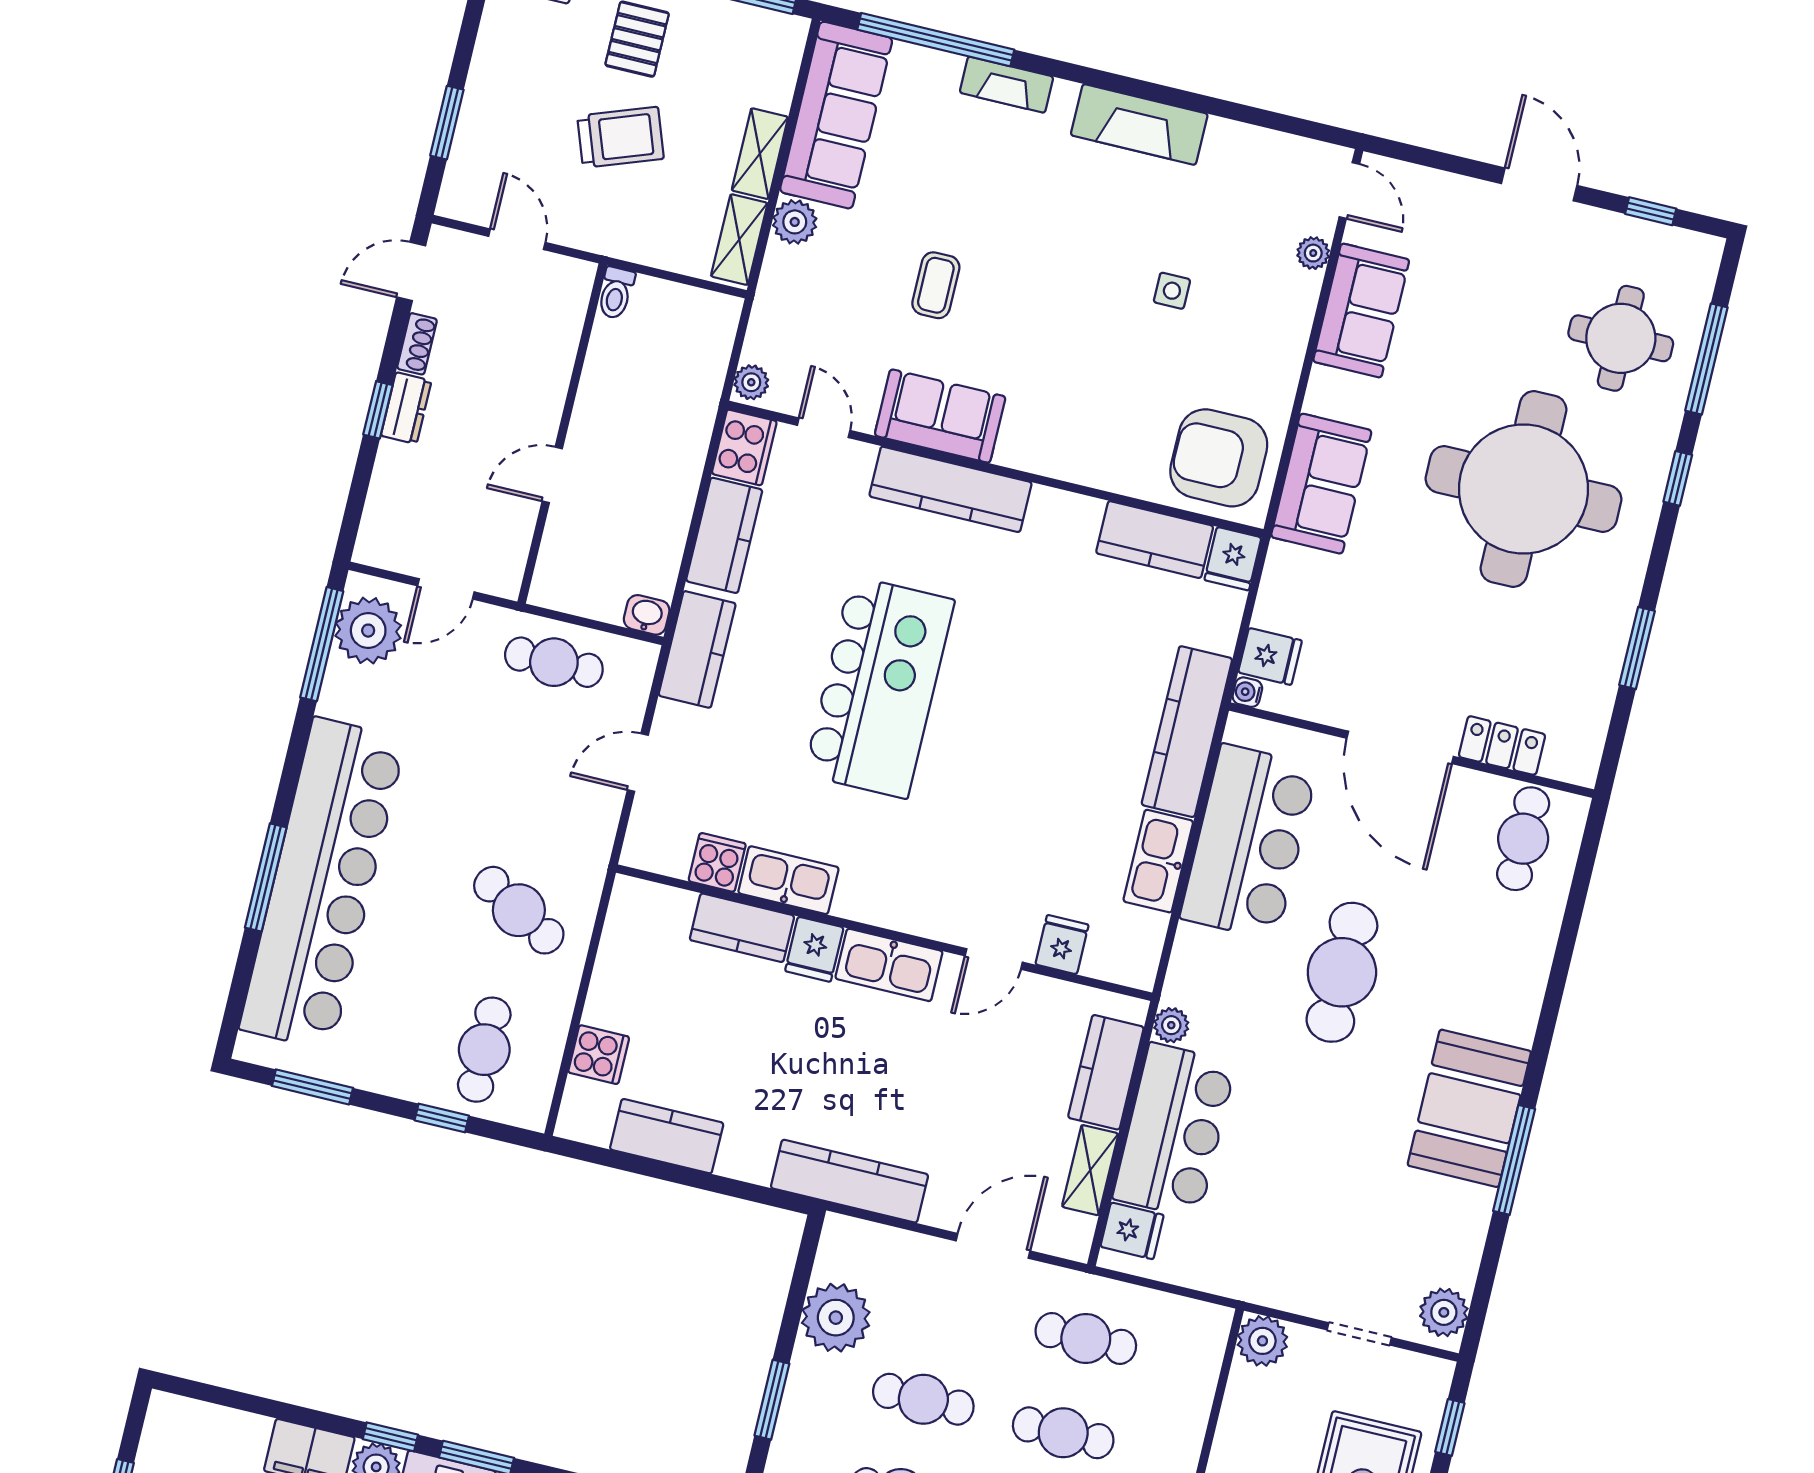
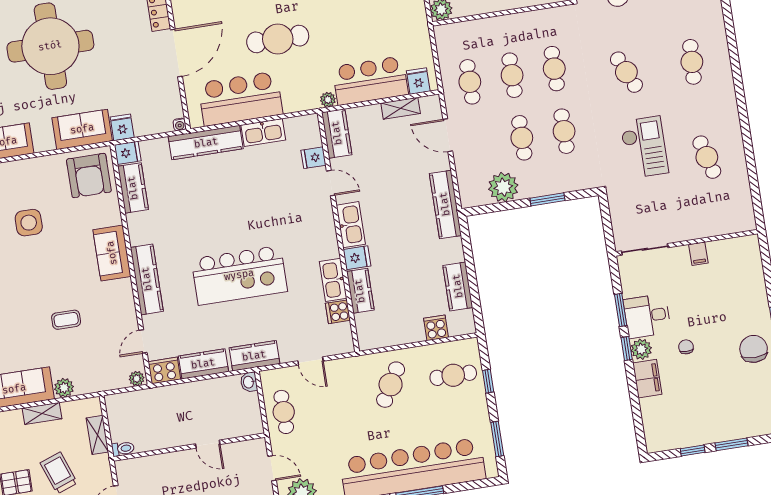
shelving: (739, 240) -> (97, 435), moved, turned 90
side table: (1172, 291) -> (29, 223), width x1.87, depth x1.87
sofa: (940, 416) -> (112, 253), moved
fridge: (1270, 656) -> (122, 127), moved
kitchen island: (879, 687) -> (239, 275), turned 180
kitchen counter: (1106, 1072) -> (337, 133), moved, turned -90

